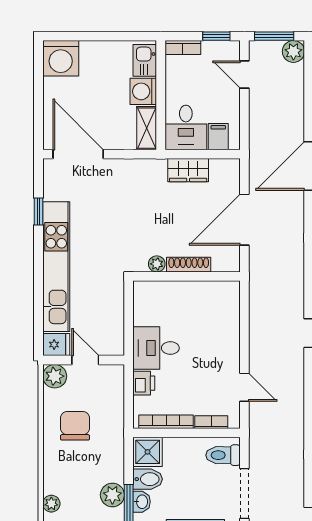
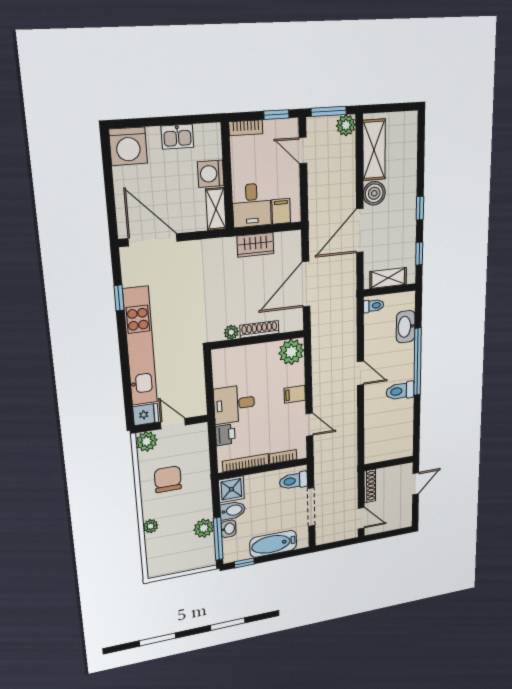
kitchen sink: (145, 60) -> (177, 137), moved, turned -90
plant: (225, 296) -> (291, 352), added
filing cabinet: (228, 347) -> (295, 394), added
plant: (51, 504) -> (151, 526), moved

